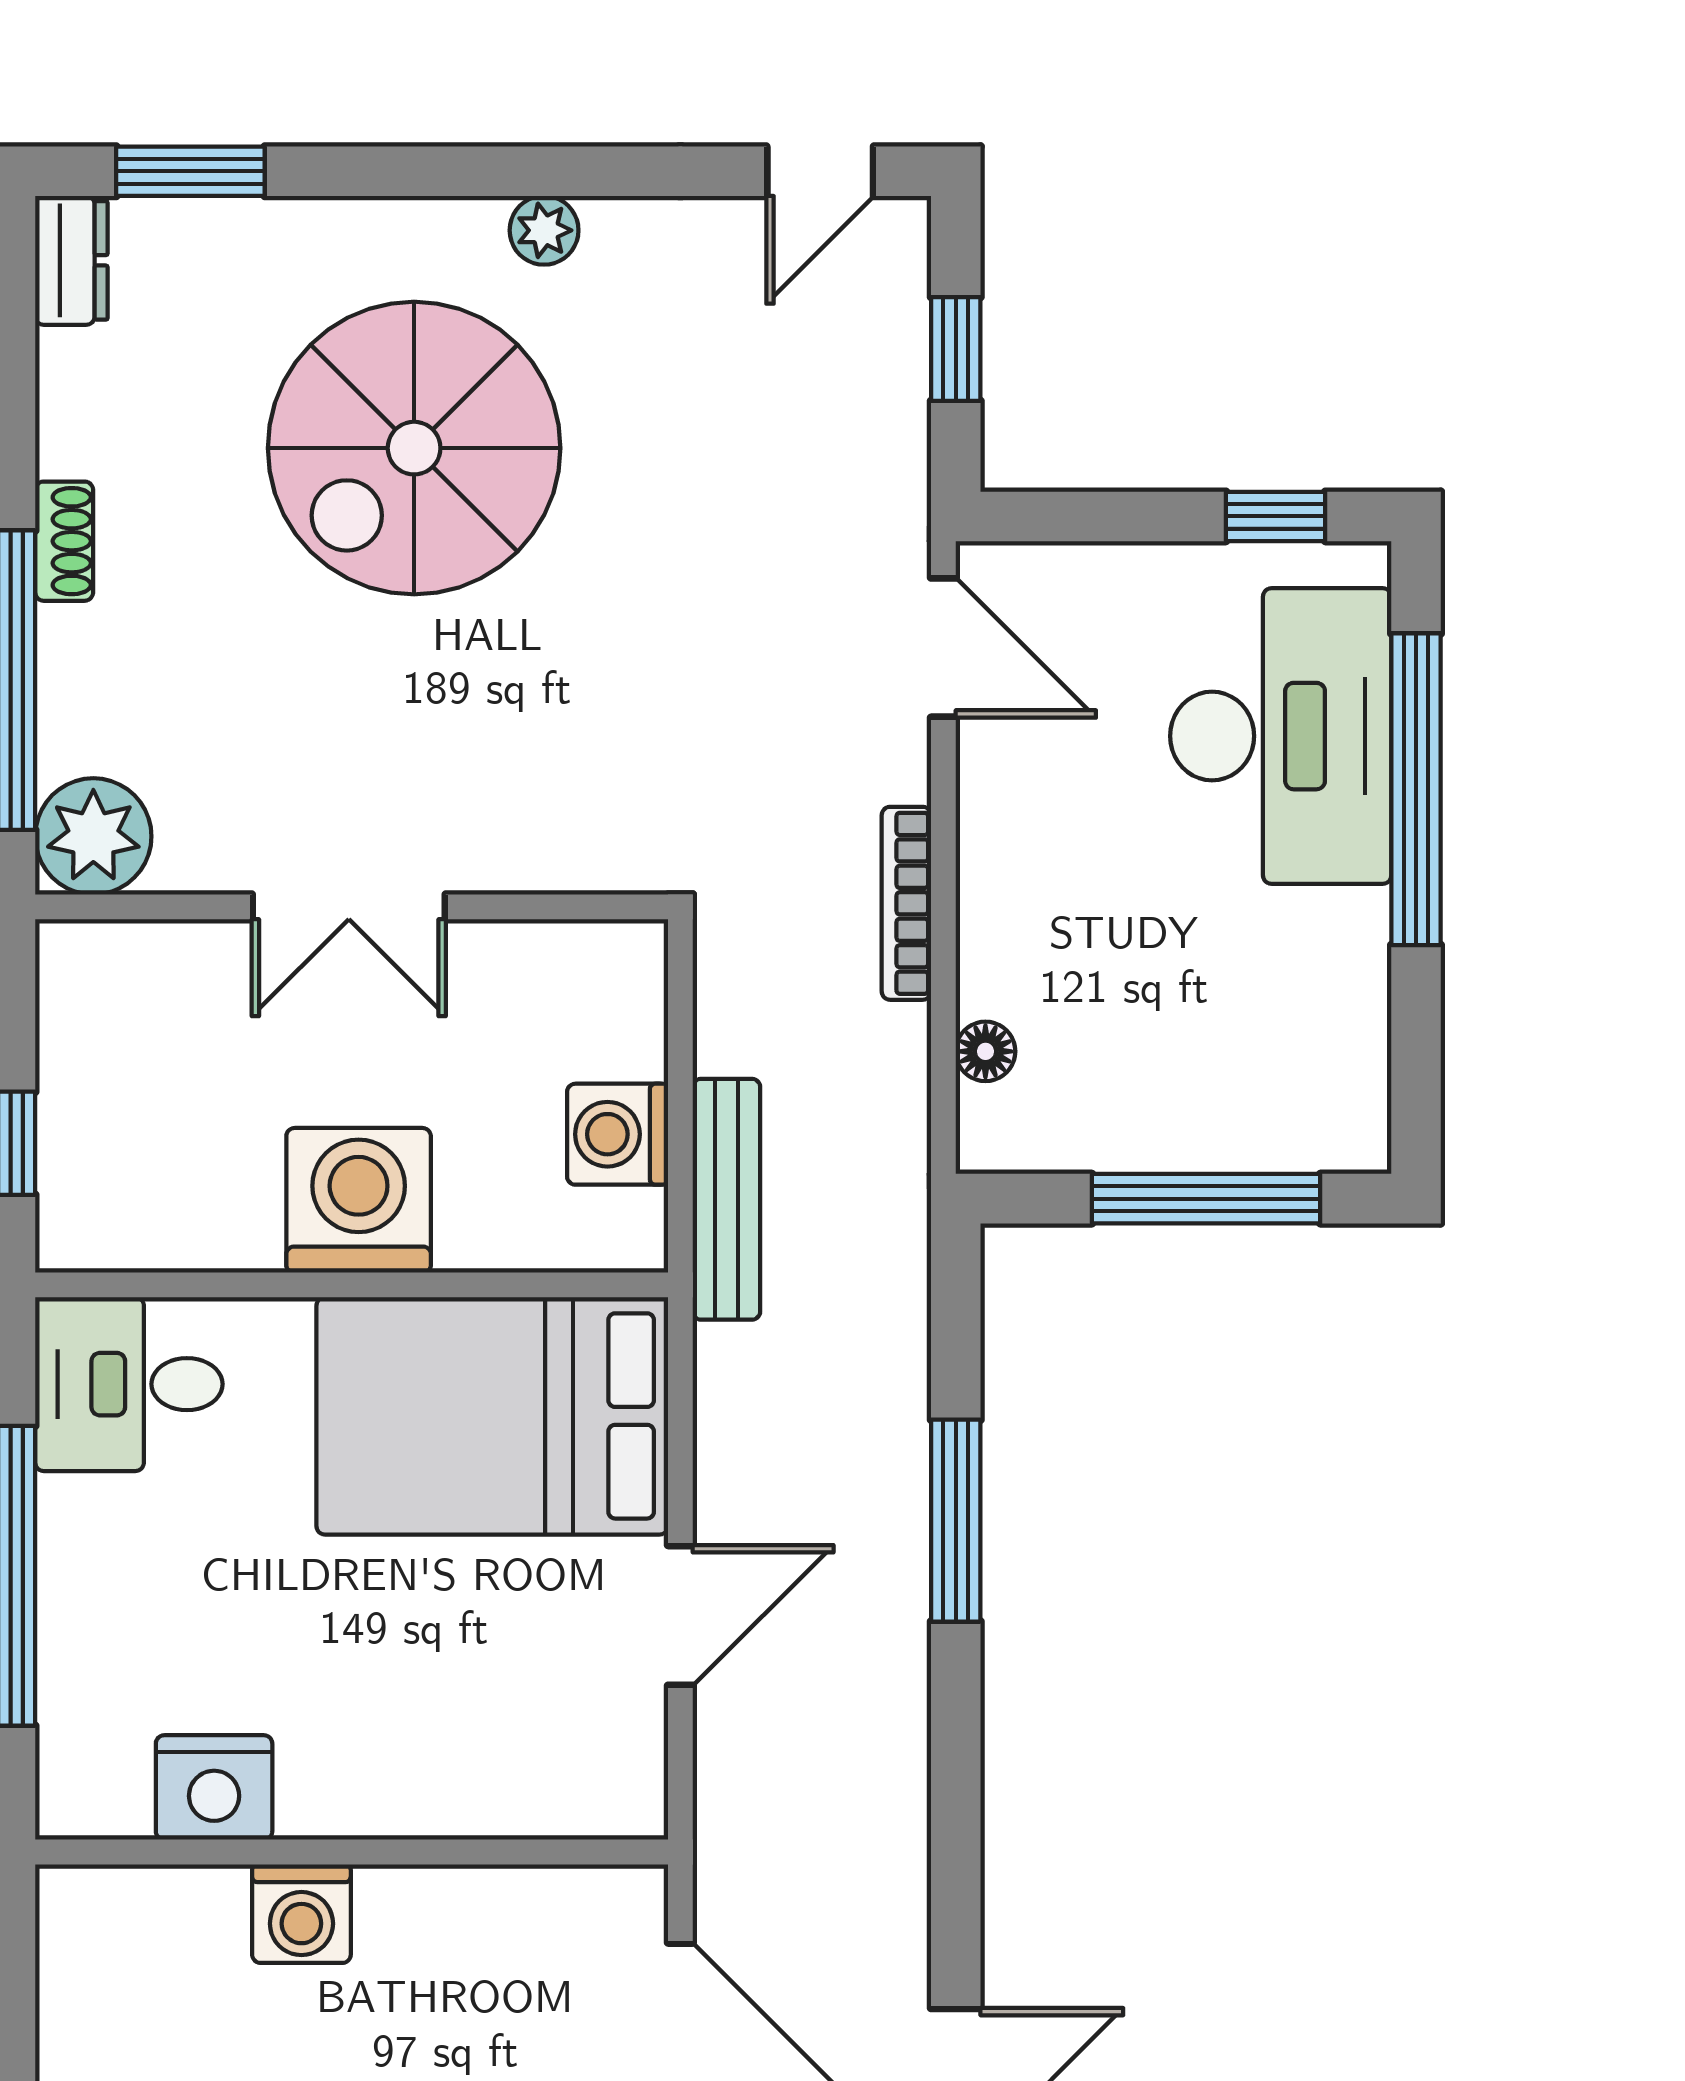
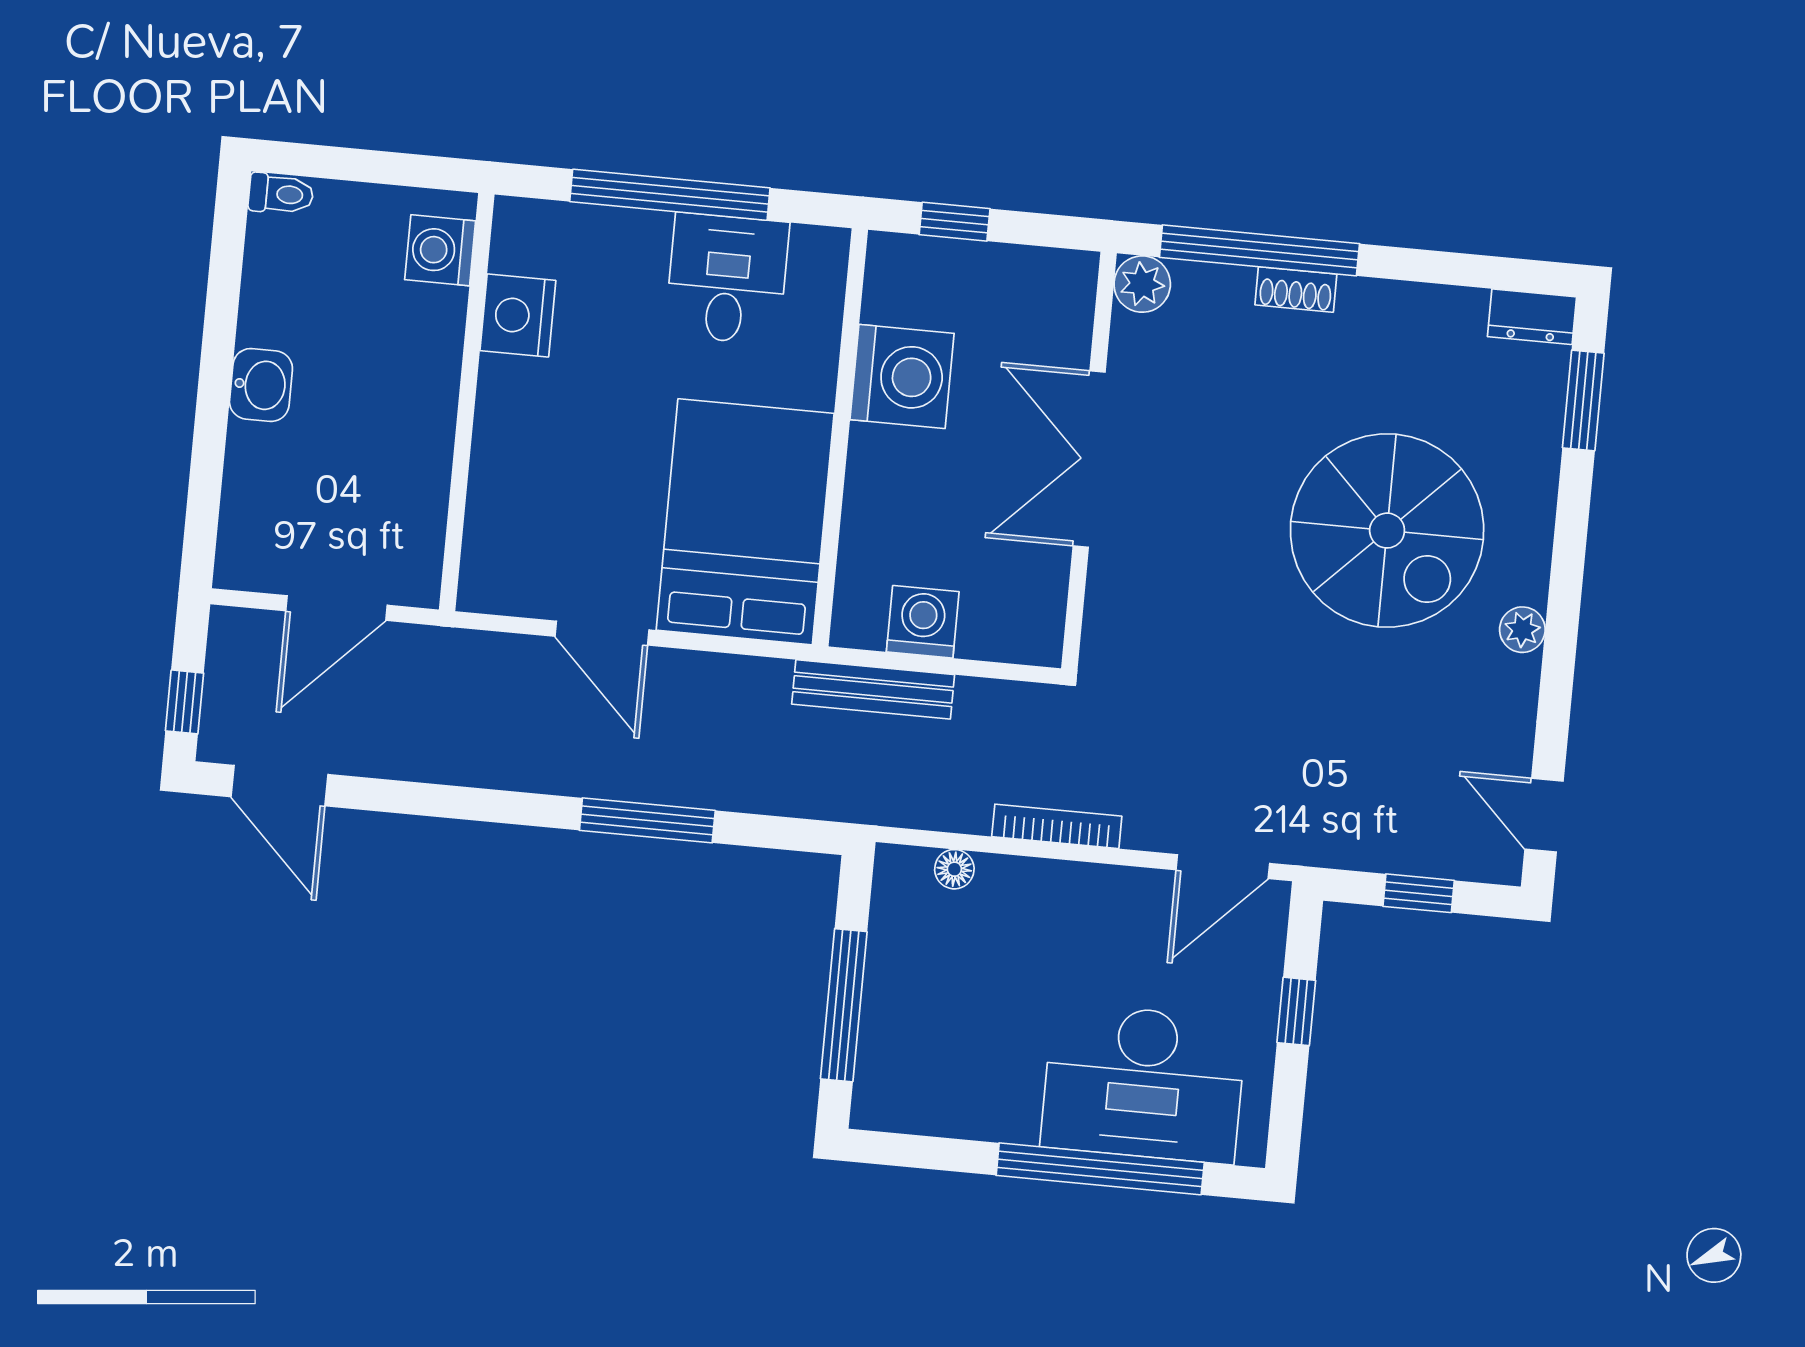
spiral stairs: (414, 448) -> (1387, 531), turned 180
window: (1276, 516) -> (1296, 1011), moved
shoe rack: (64, 541) -> (1296, 289), moved
plant: (93, 836) -> (1142, 284), width x0.73, depth x0.73
double door: (349, 907) -> (1089, 459), width x1.37
washing machine: (359, 1200) -> (902, 376), moved
desk: (129, 1384) -> (727, 279), moved
washing machine: (301, 1914) -> (440, 250), moved

